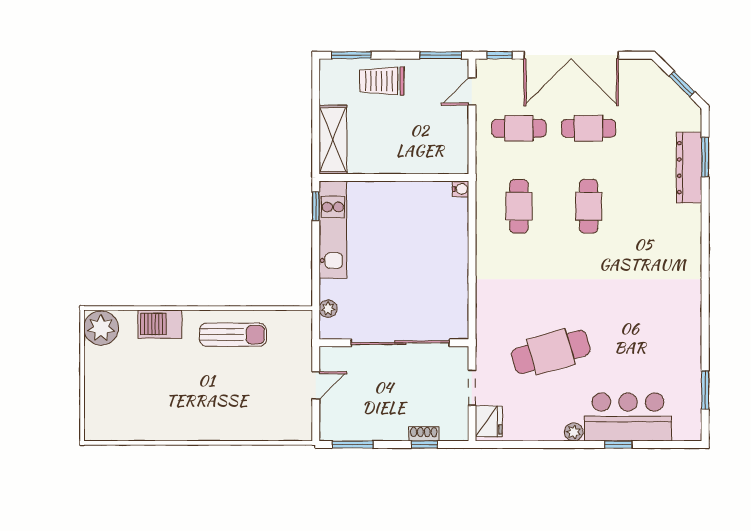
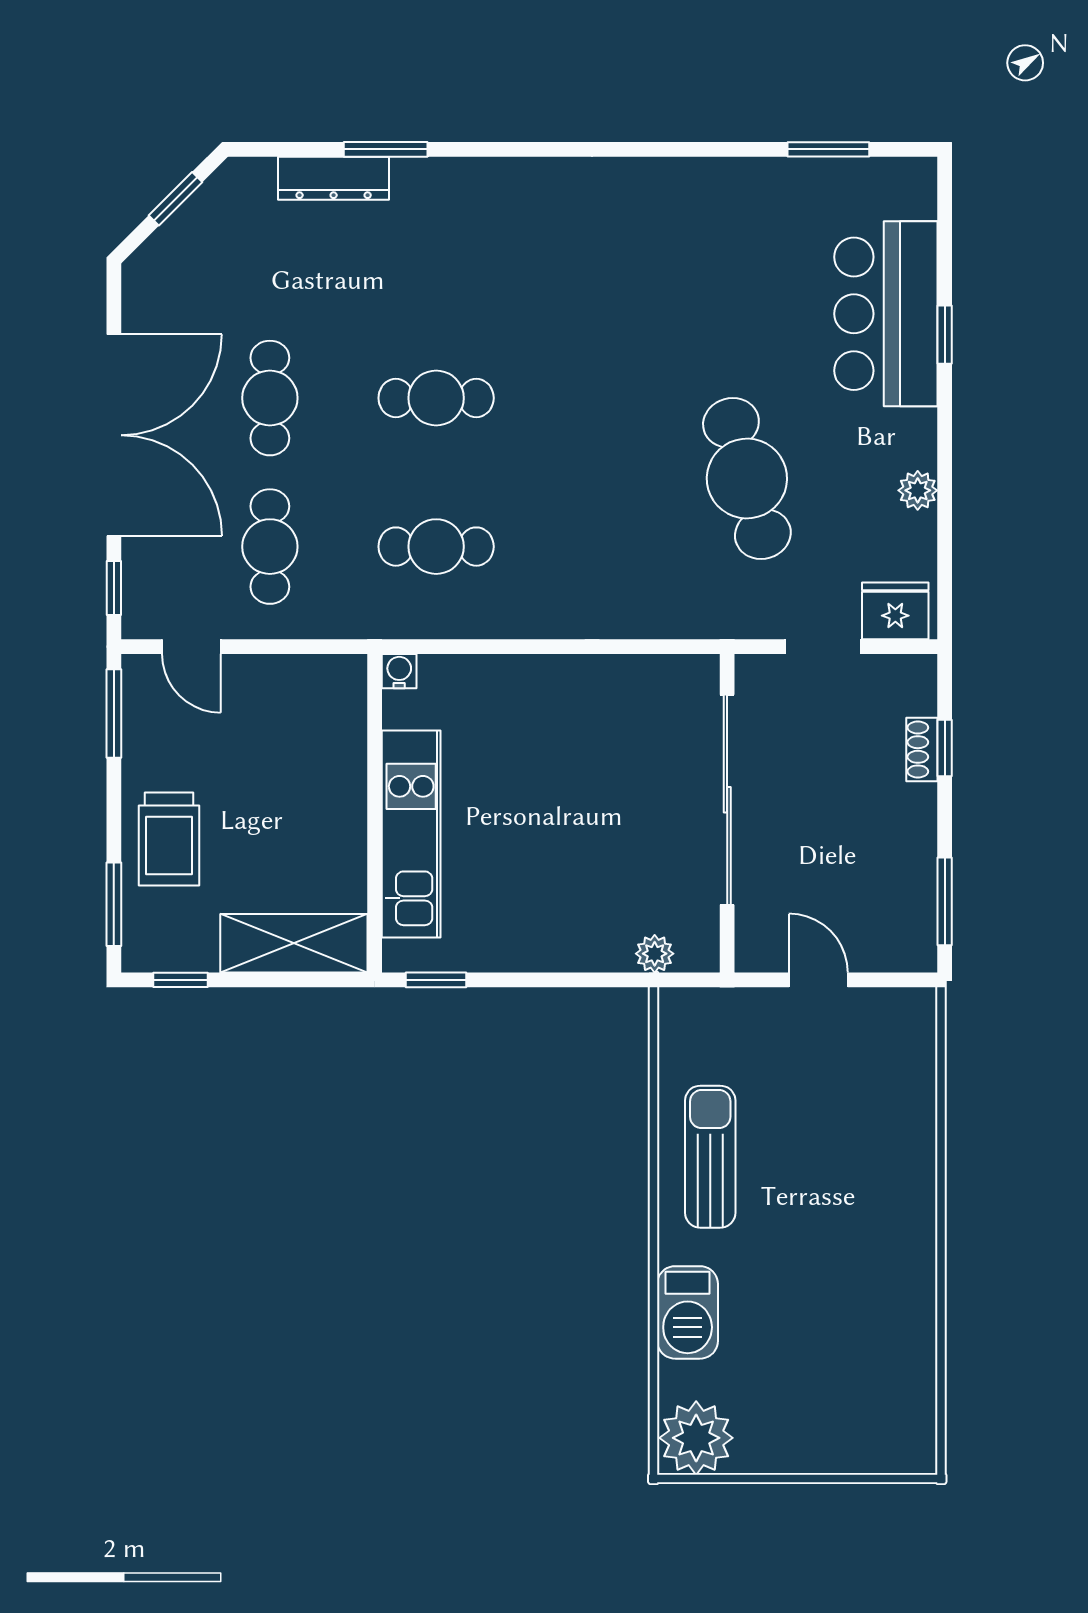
window: (316, 86) -> (180, 980), added
window: (705, 157) -> (386, 149), moved
dresser: (689, 168) -> (334, 178), width x0.73, depth x0.80
kitchen unit: (333, 229) -> (411, 834), moved, turned 90
plant: (574, 432) -> (918, 490), moved

